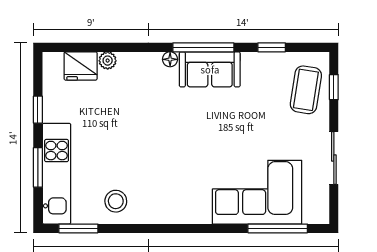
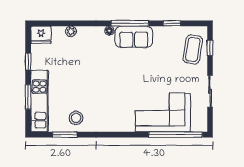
fridge: (81, 66) -> (41, 35), moved
window: (78, 228) -> (65, 135), moved
window: (278, 228) -> (176, 135), width x1.46

